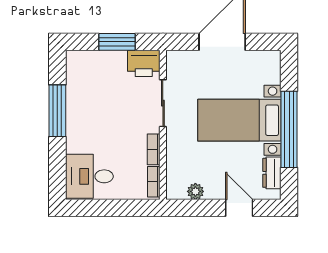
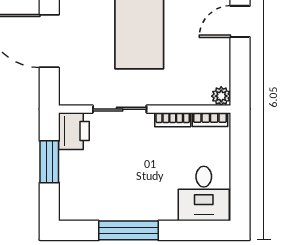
plant: (195, 191) -> (221, 96), moved

